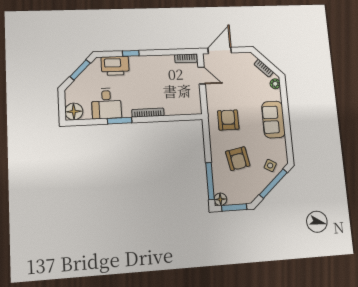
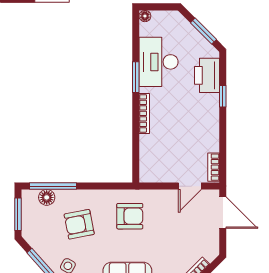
desk: (106, 103) -> (159, 62), width x1.37
floor lamp: (74, 112) -> (145, 16), width x0.53, depth x0.53
floor lamp: (220, 199) -> (47, 197), moved

